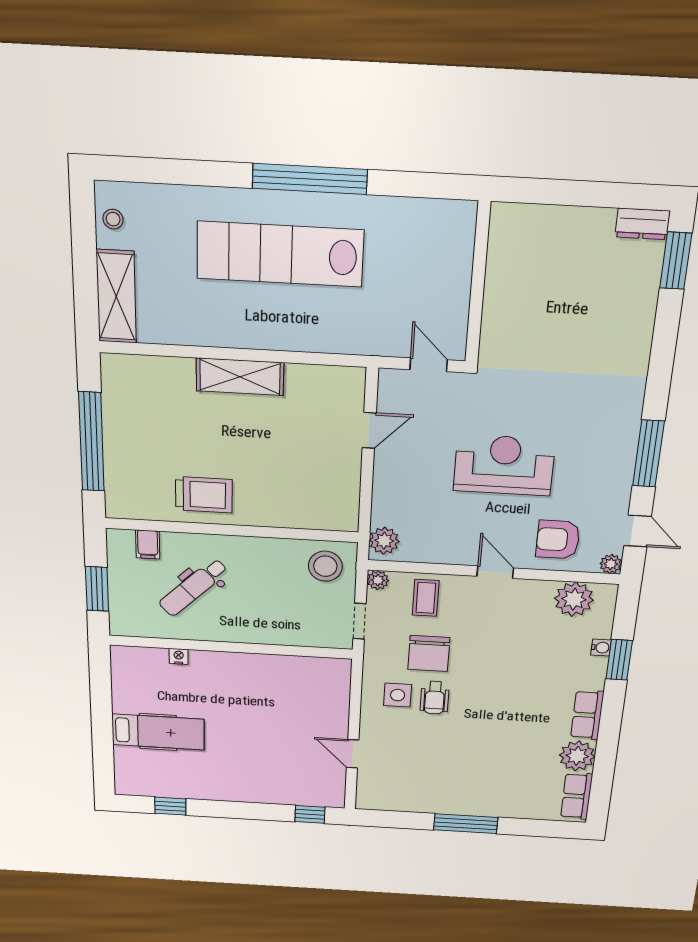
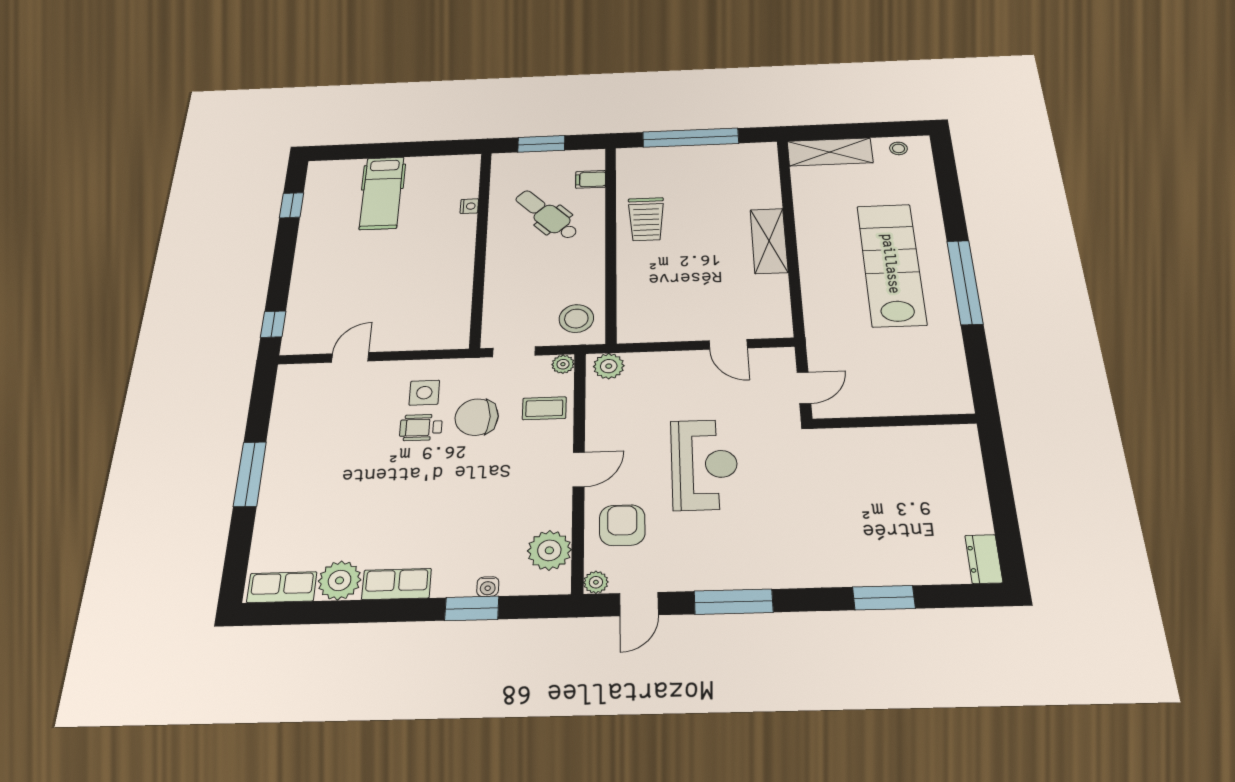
window: (676, 261) -> (884, 598), moved

